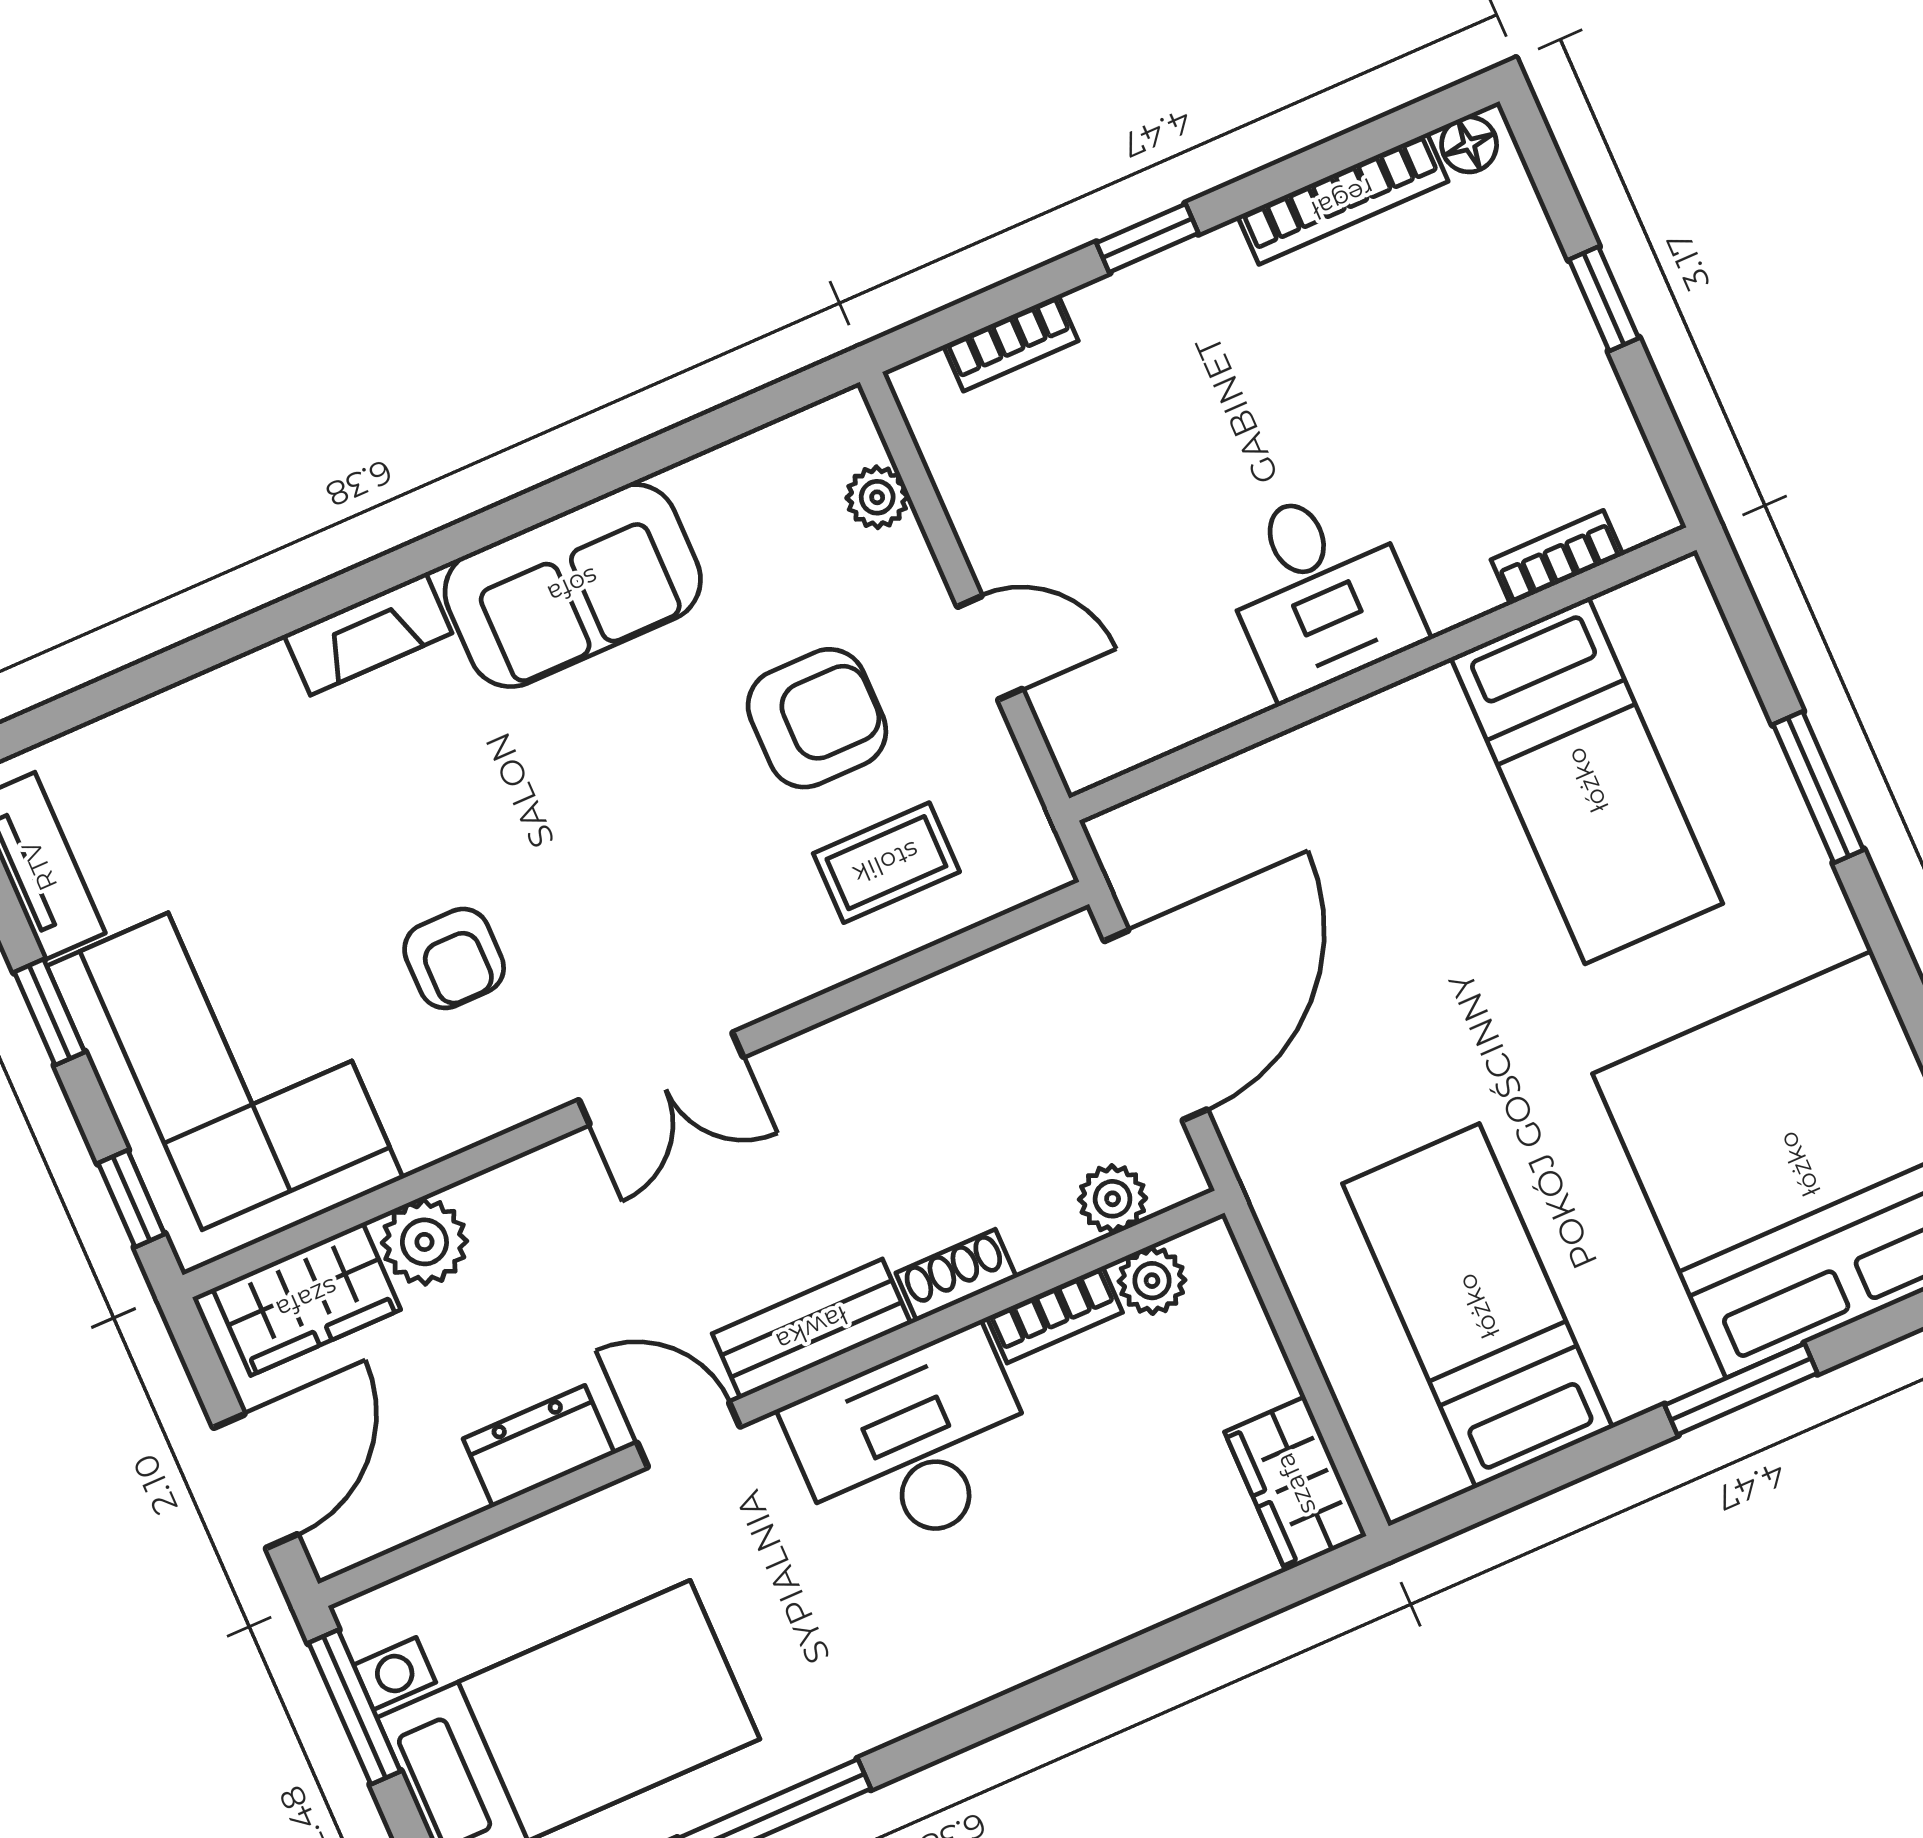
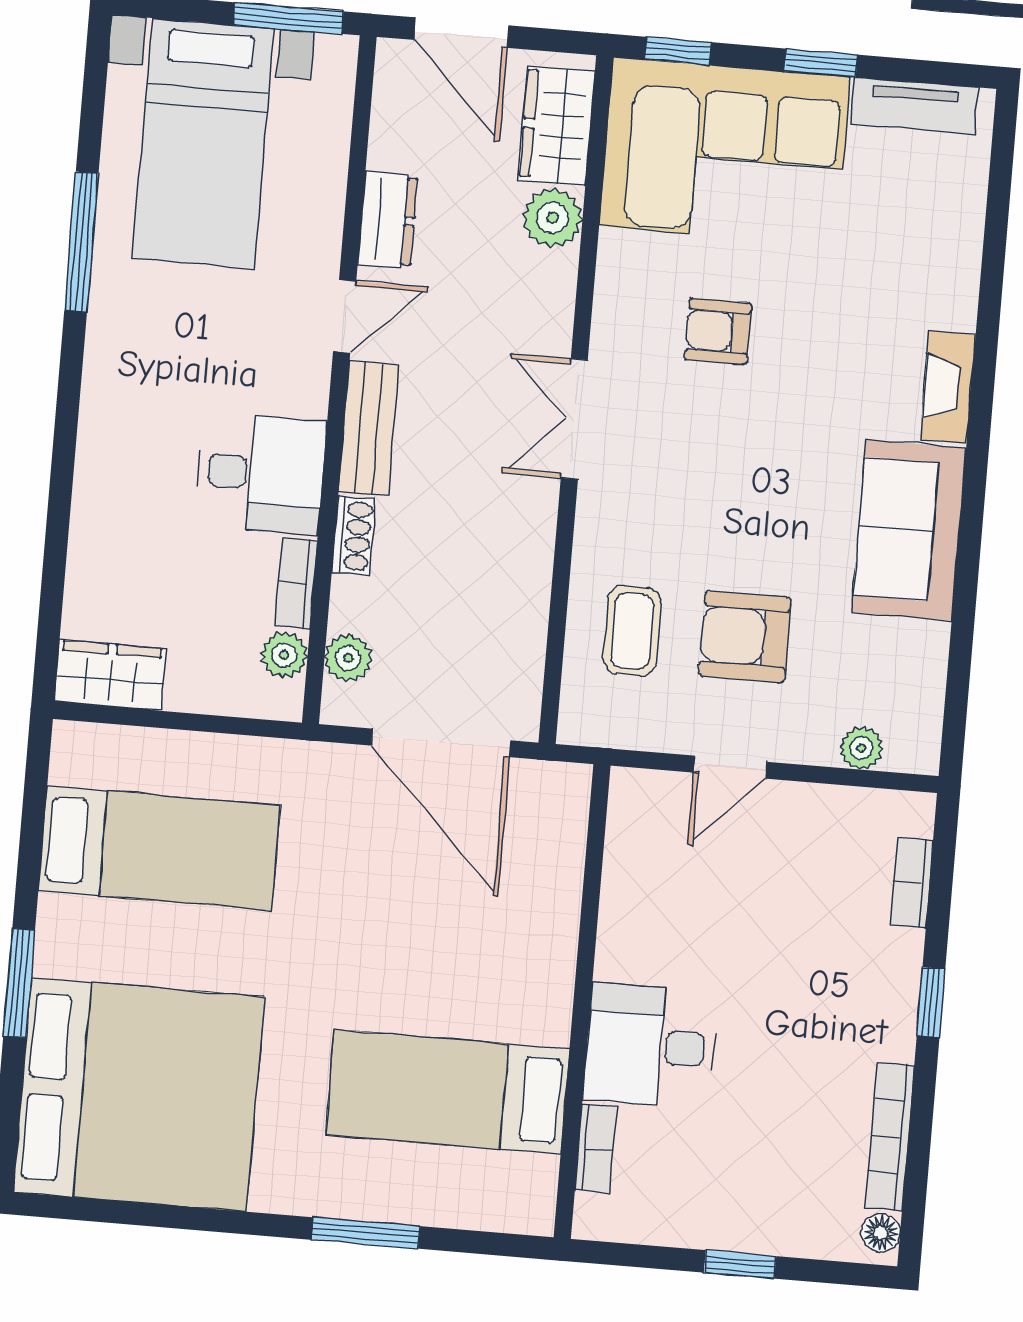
desk: (1319, 590) -> (651, 1046), moved
armchair: (817, 718) -> (745, 637), turned 90
desk: (914, 1445) -> (261, 473), width x0.73

